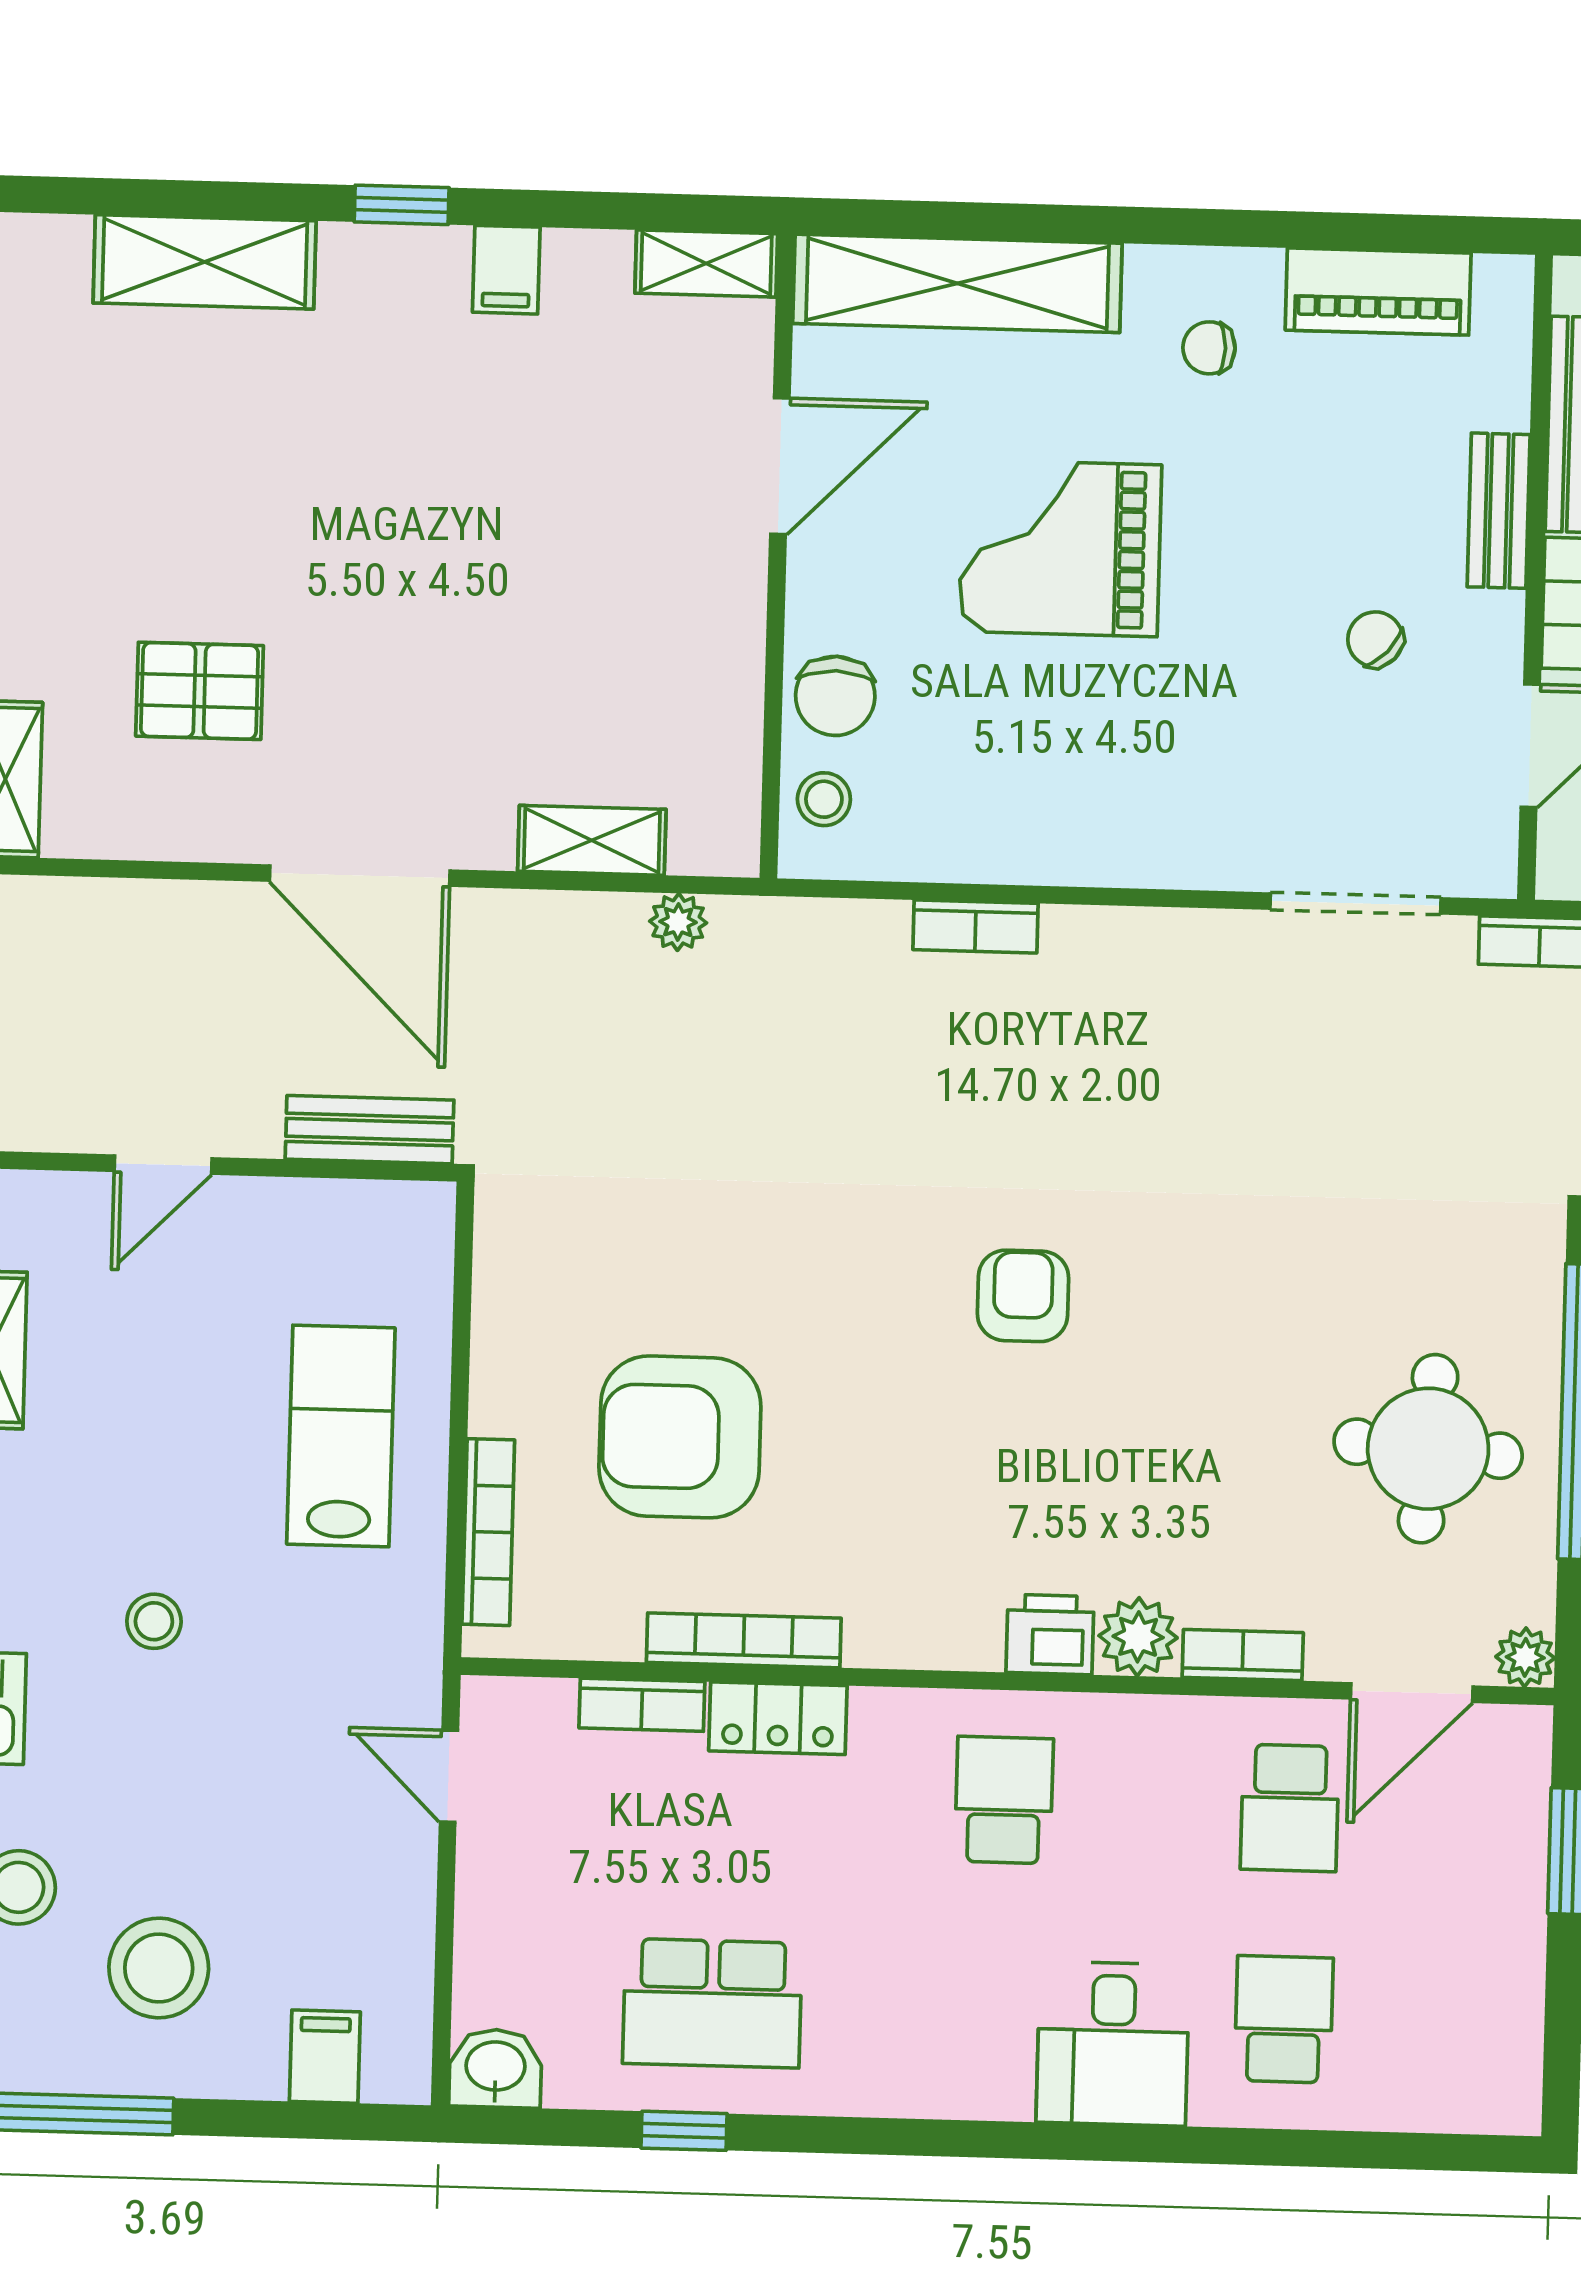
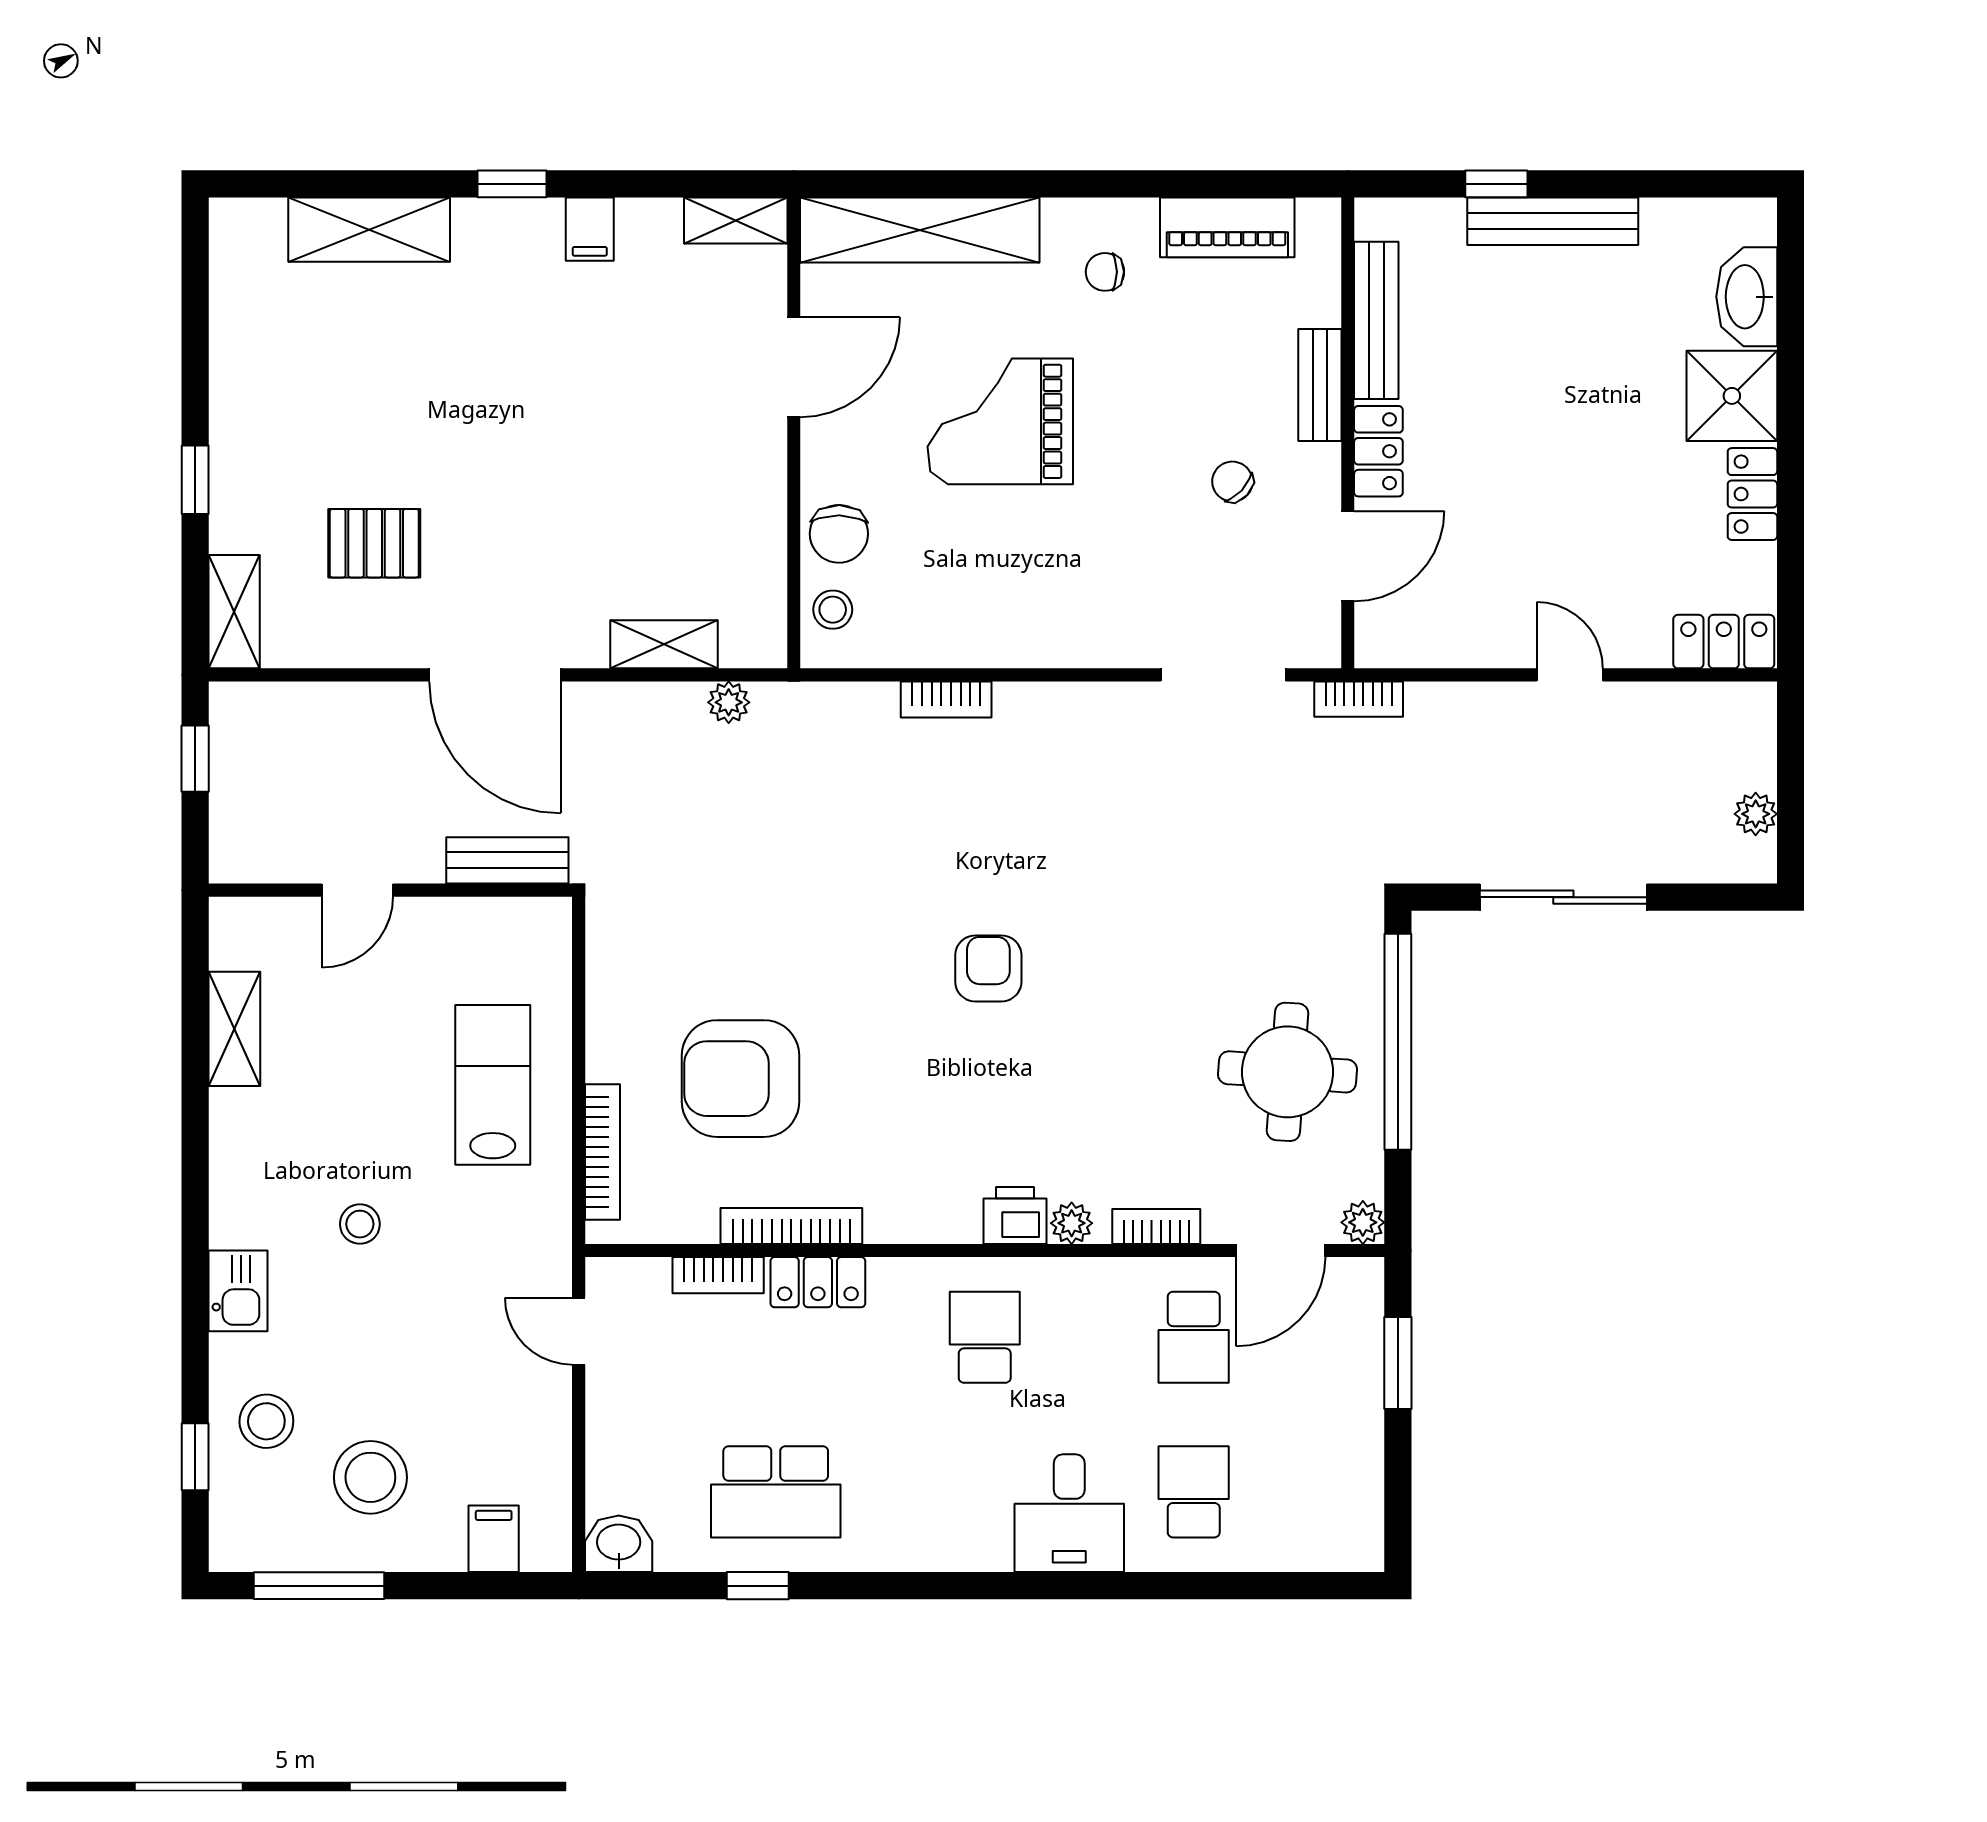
plant: (1138, 1637) -> (1072, 1223), width x0.73, depth x0.73

